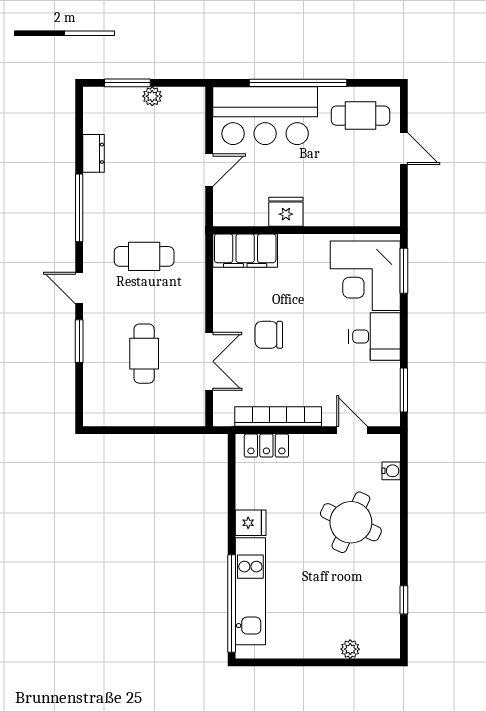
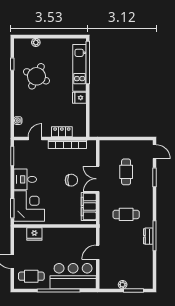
dresser: (94, 153) -> (148, 236), moved
fridge: (286, 212) -> (34, 234), moved
filing cabinet: (245, 251) -> (89, 206), moved, turned -90
door: (79, 288) -> (155, 152), moved
double door: (209, 361) -> (98, 179), moved
door: (352, 430) -> (35, 138), swing flipped
locker: (266, 446) -> (62, 132), moved
round table: (351, 522) -> (36, 76), moved

